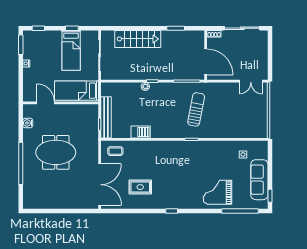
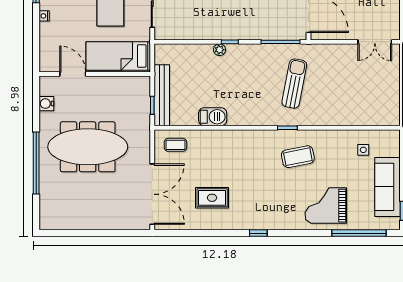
meeting table: (56, 152) -> (88, 147), width x1.36
coffee table: (199, 159) -> (298, 157), added

